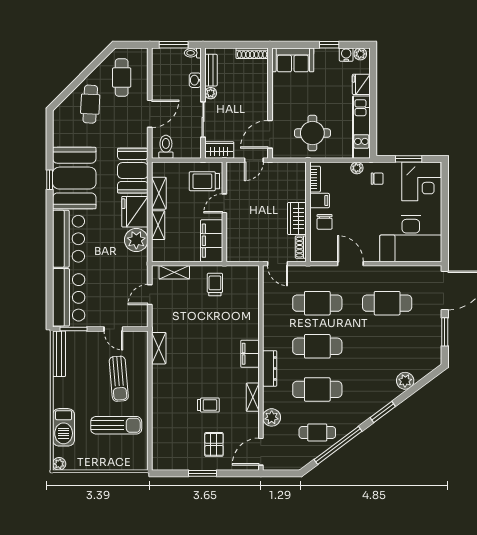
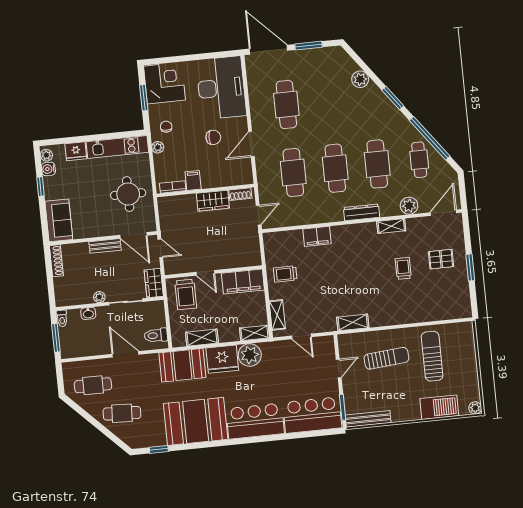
bench: (211, 70) -> (105, 246), moved
window: (50, 180) -> (159, 449), moved
chair: (325, 222) -> (213, 137), moved
shelving: (158, 225) -> (254, 333), moved
filing cabinet: (250, 354) -> (317, 236), moved
door: (261, 452) -> (443, 213), swing flipped

